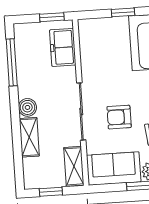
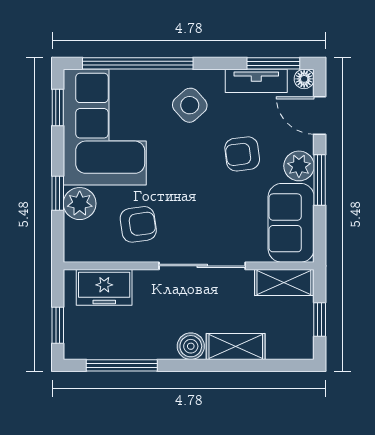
window: (52, 17) -> (58, 325), moved
plant: (117, 27) -> (80, 204), added
armchair: (119, 117) -> (138, 224), moved, turned -98

